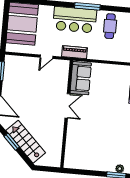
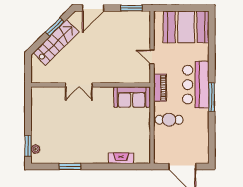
cafe table: (110, 26) -> (169, 120), moved
double door: (67, 106) -> (79, 85), moved

